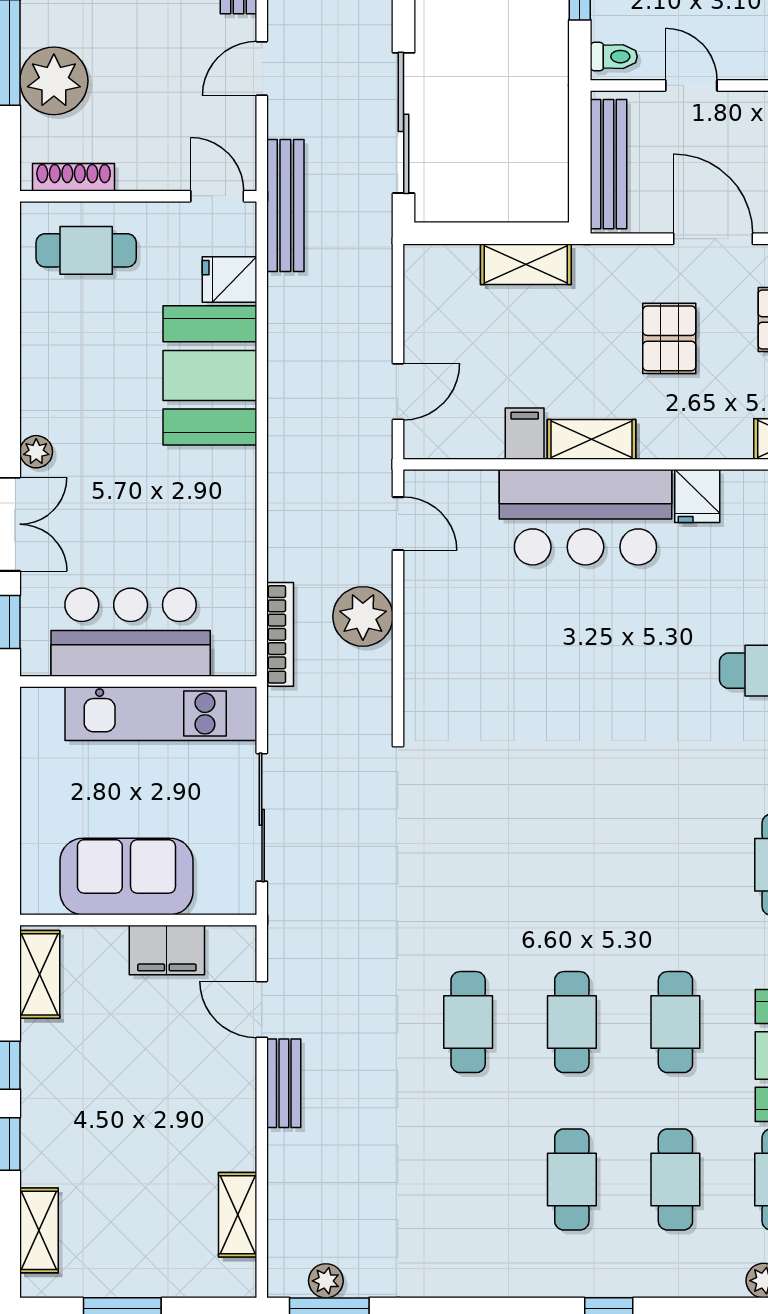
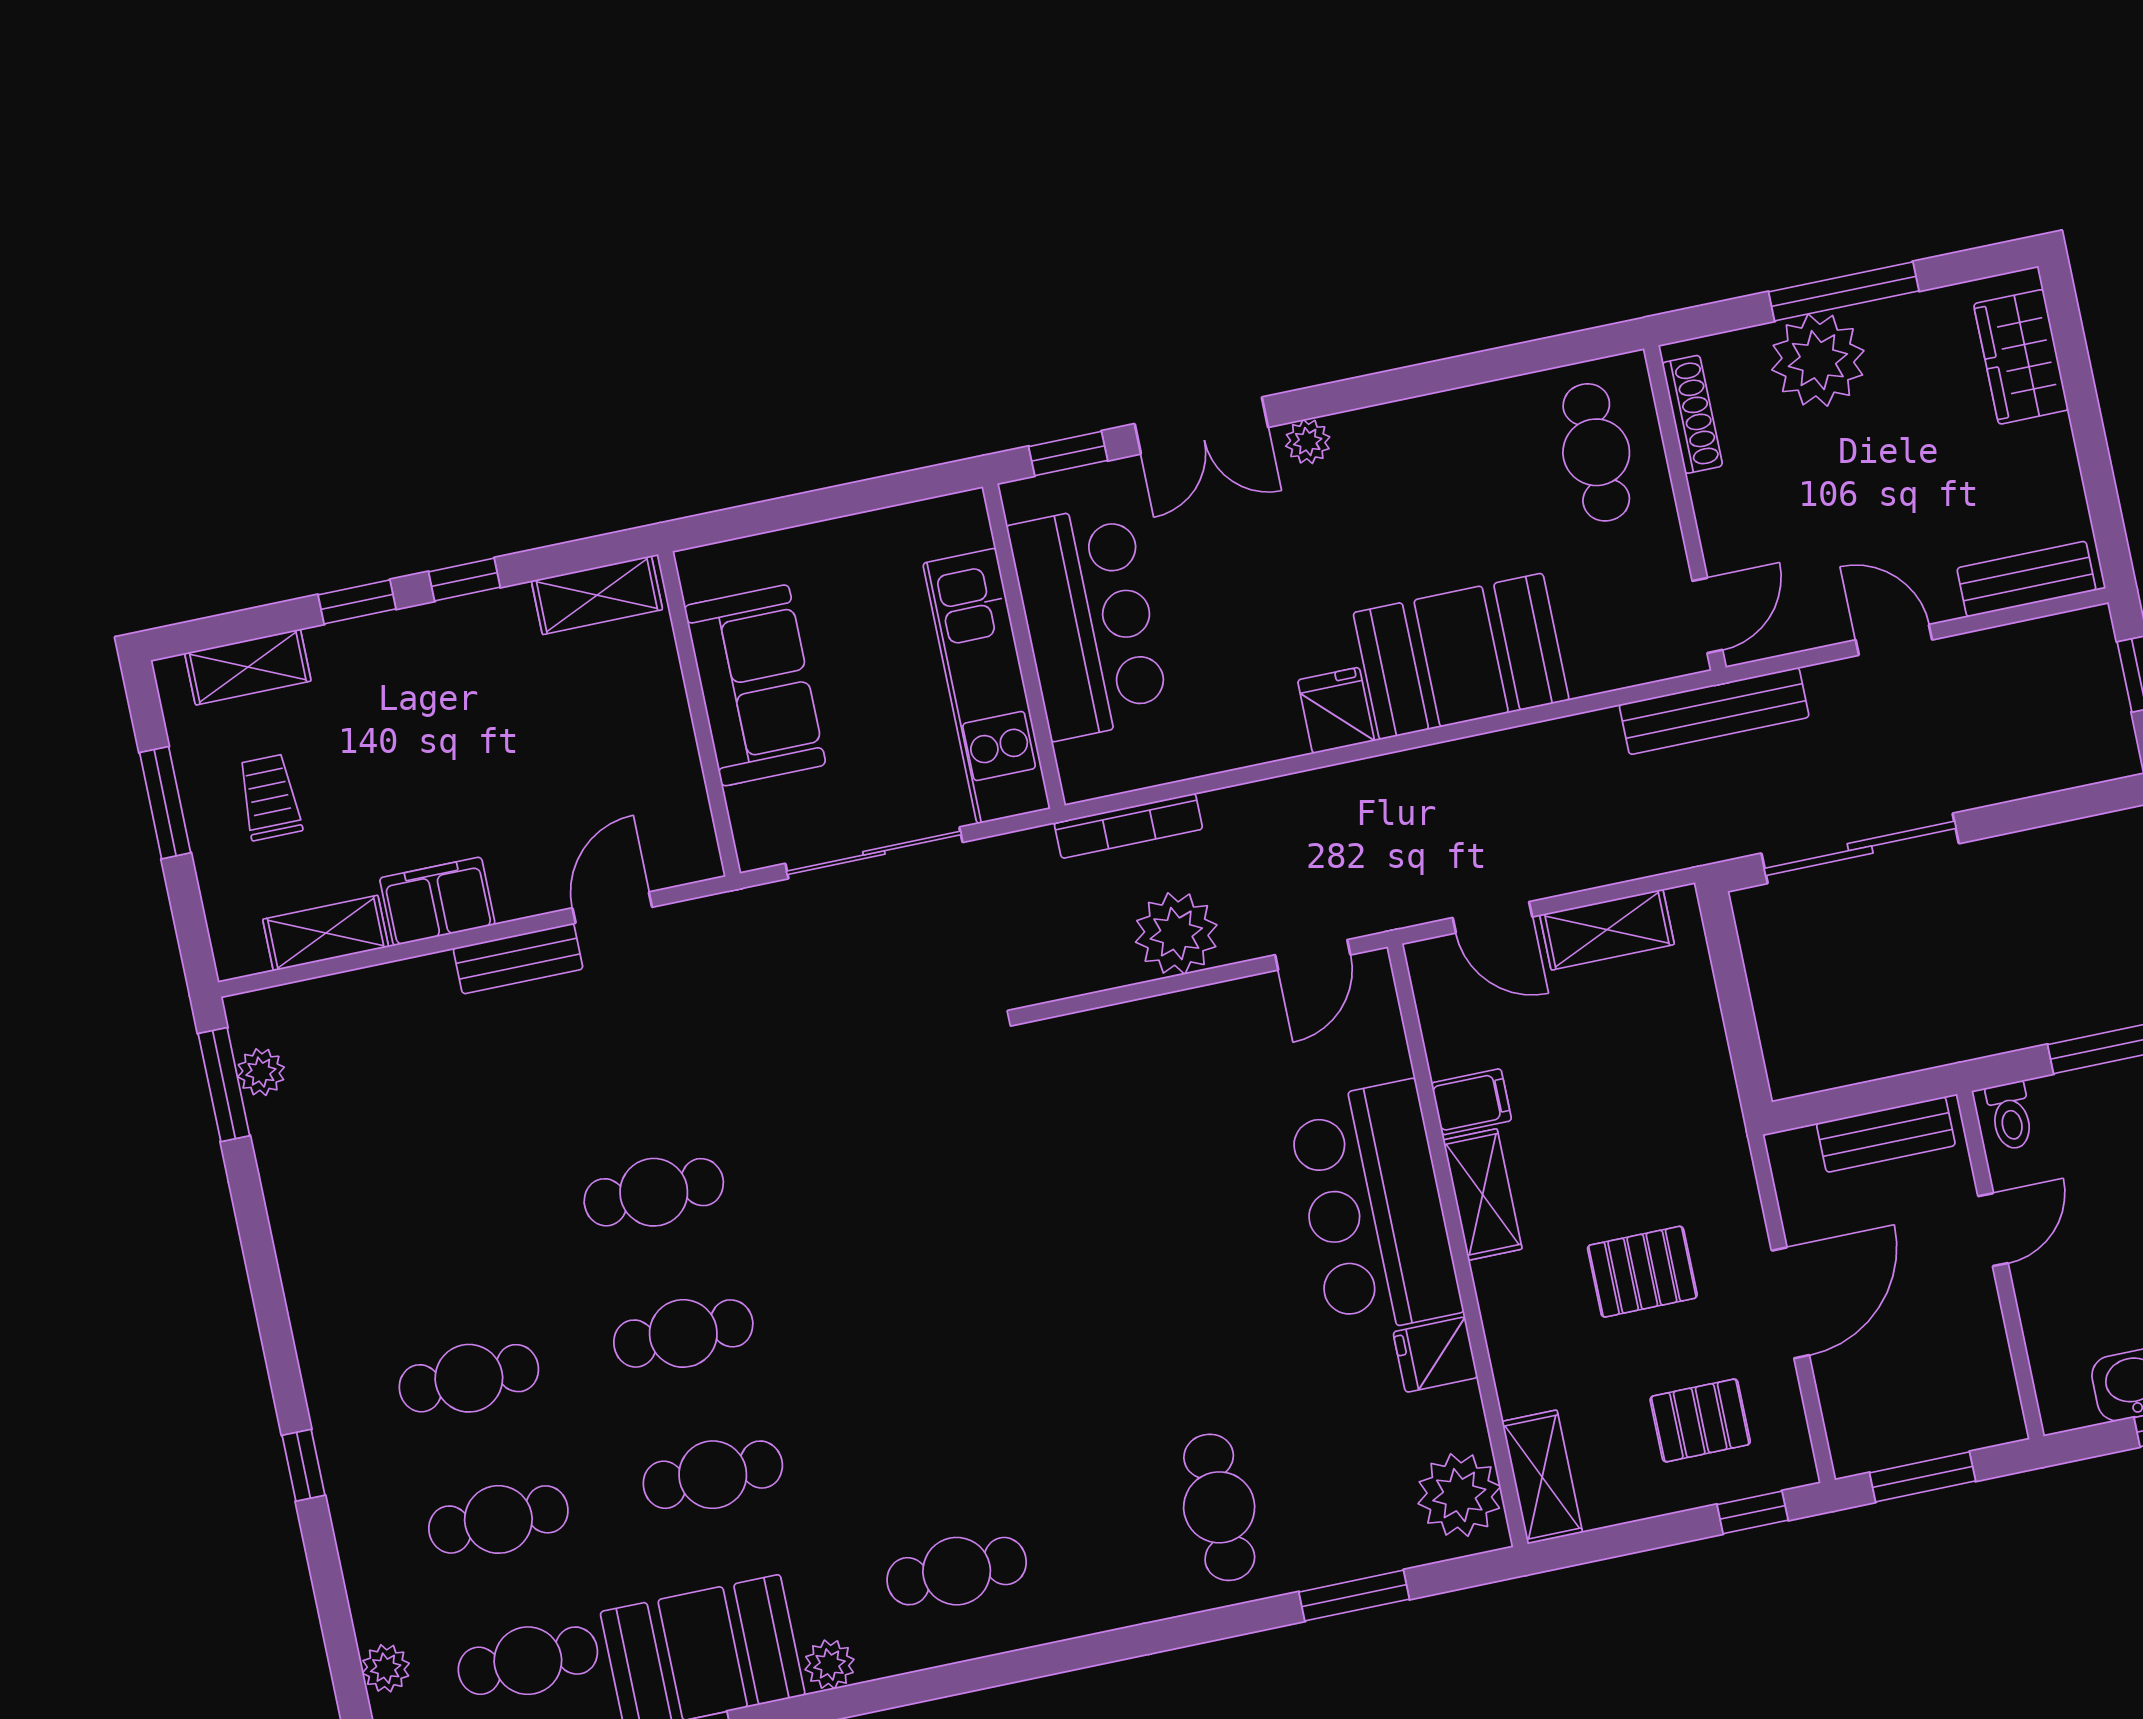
bench: (609, 164) -> (1886, 1134), width x0.73
shelving: (526, 264) -> (1607, 930), moved, turned 90
fridge: (229, 280) -> (1336, 710), moved
filing cabinet: (167, 950) -> (437, 901), moved, turned 90
trolley: (134, 1234) -> (270, 797), added

